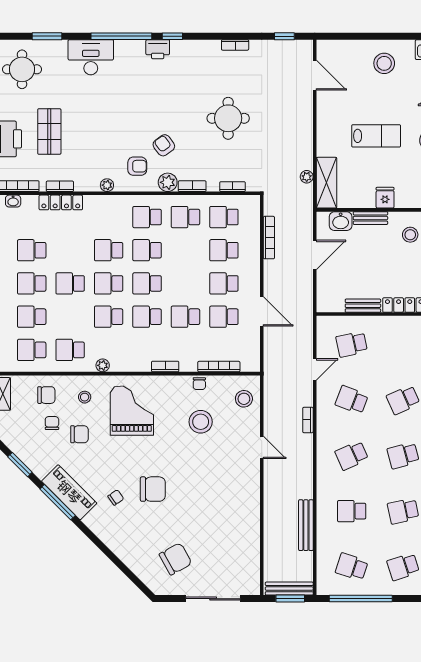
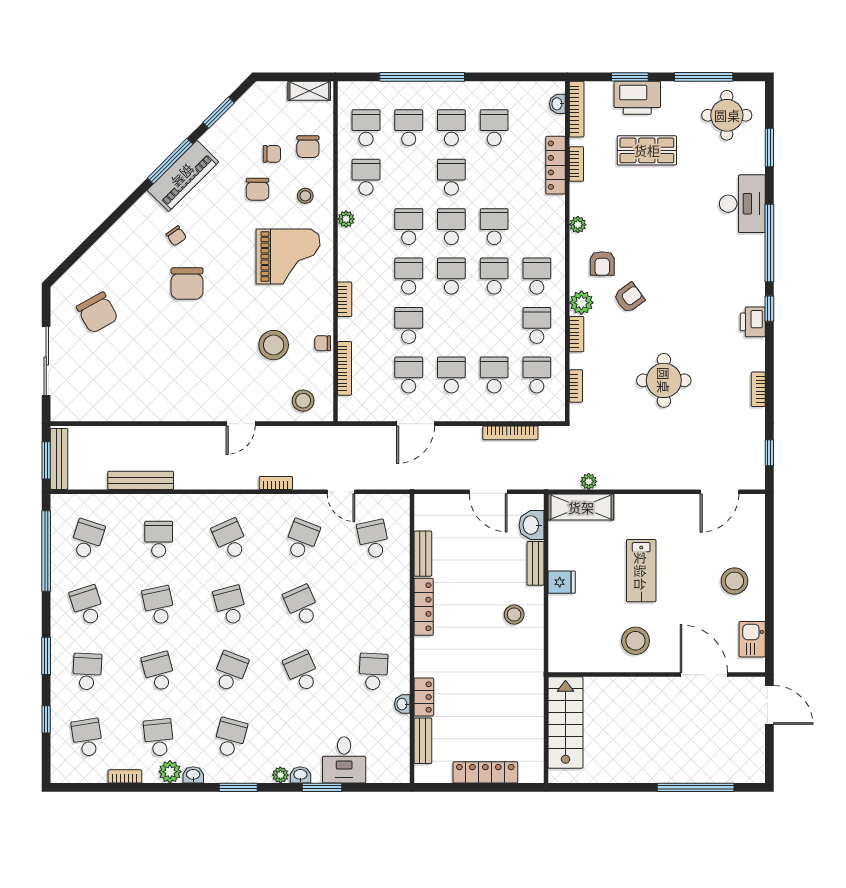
printer: (158, 49) -> (753, 322), moved

